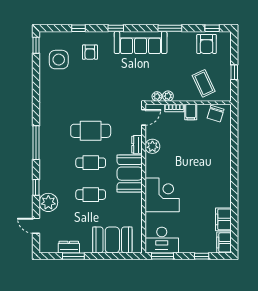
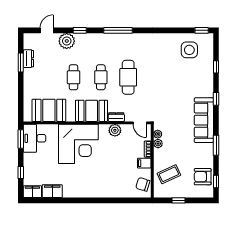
armchair: (90, 52) -> (196, 77), removed
corner desk: (162, 195) -> (78, 144), width x1.36, depth x1.36
booth: (112, 240) -> (49, 110), moved, turned 90

